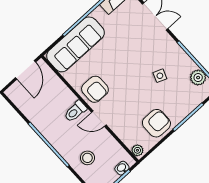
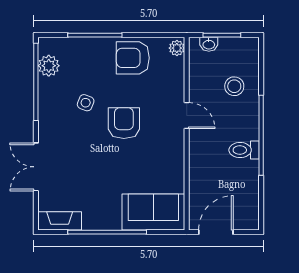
sofa: (75, 44) -> (153, 212), width x0.73
armchair: (95, 89) -> (124, 123), moved
toilet: (75, 111) -> (244, 150), moved, turned 180

